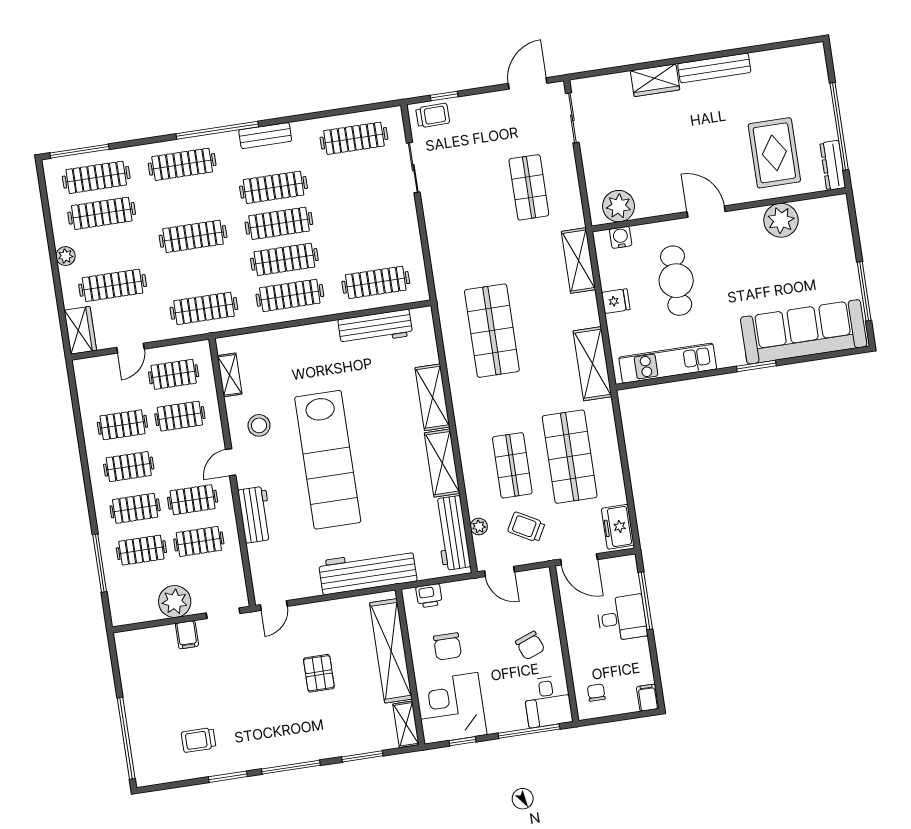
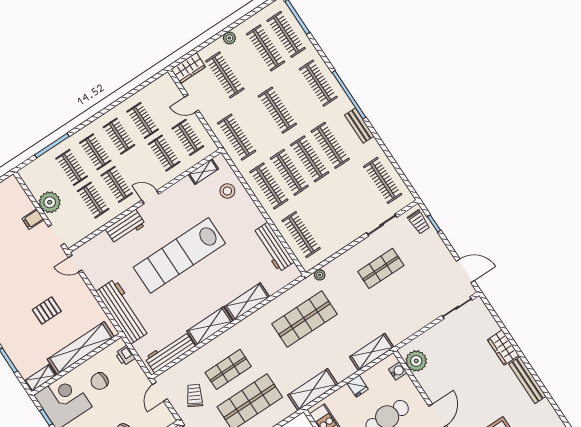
shop shelf: (529, 187) -> (381, 268), moved
stool: (259, 425) -> (227, 191), moved
plant: (479, 527) -> (320, 275), moved

